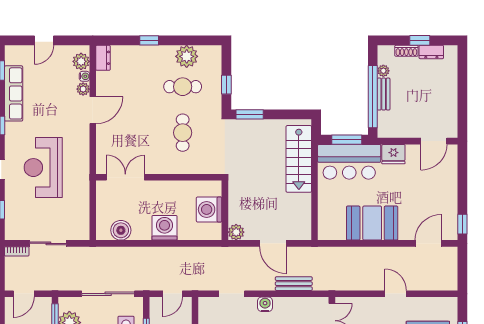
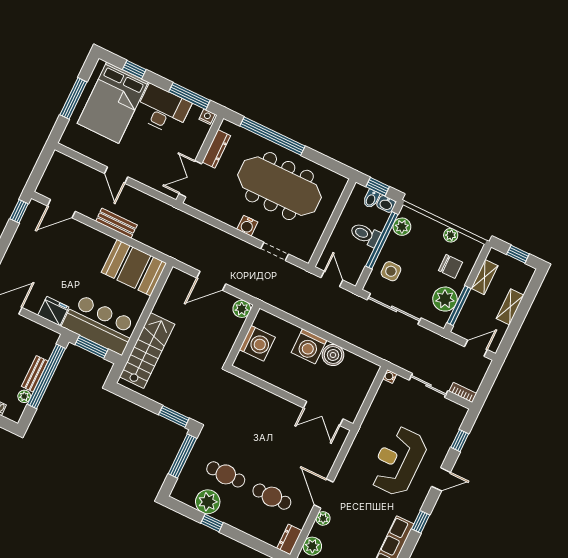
window: (149, 40) -> (212, 523), moved
water cooler: (85, 76) -> (390, 376), moved
window: (226, 85) -> (182, 456), width x2.17
door: (93, 110) -> (324, 494), hinge flipped
cafe table: (183, 133) -> (272, 497), moved, turned 90
reception desk: (43, 168) -> (398, 461), turned 180
booth: (372, 223) -> (134, 268), moved
boiler: (121, 230) -> (333, 355), moved
door: (273, 243) -> (211, 281), swing flipped
bench: (294, 284) -> (116, 223), moved
door: (173, 294) -> (332, 279), hinge flipped

